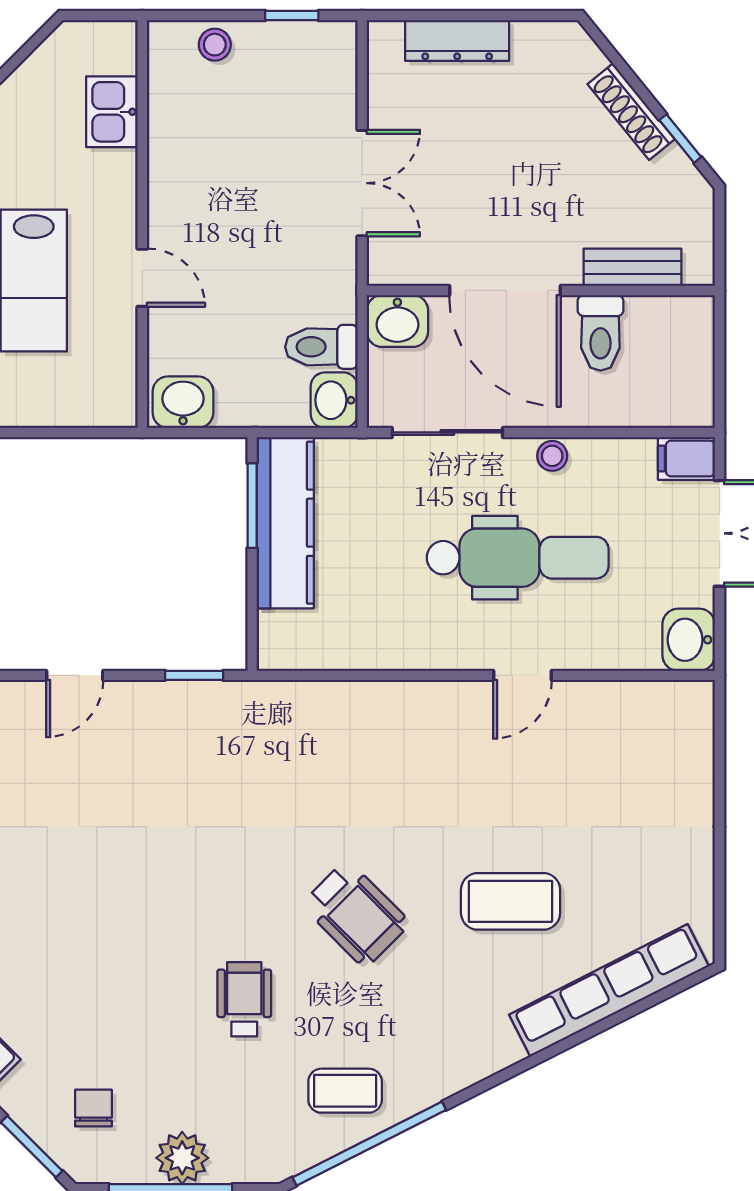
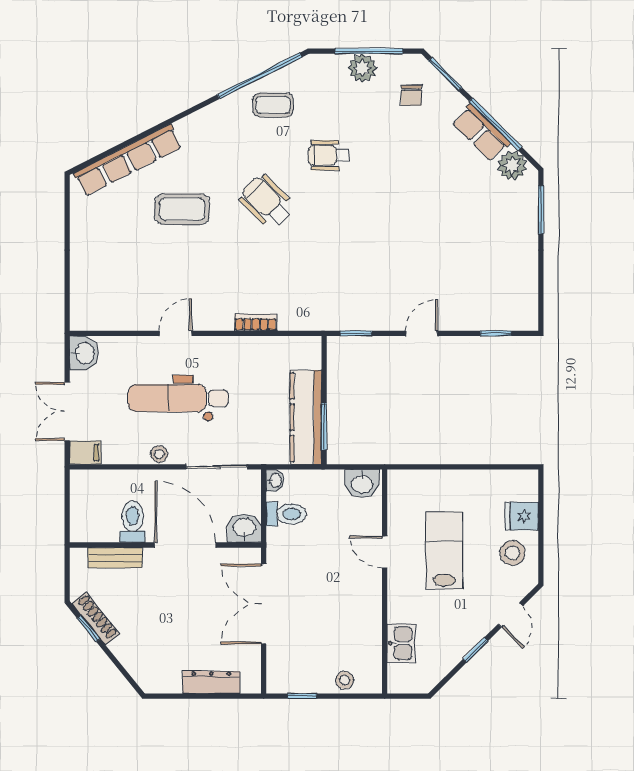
shoe rack: (631, 112) -> (96, 618), moved
double door: (362, 183) -> (264, 604), width x1.37
washbasin: (334, 400) -> (275, 480), width x0.72, depth x0.69
bookcase: (377, 695) -> (256, 322), added
wheelchair: (244, 999) -> (328, 155), turned 90

